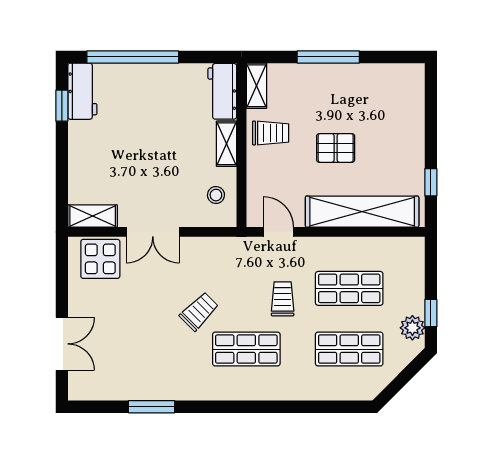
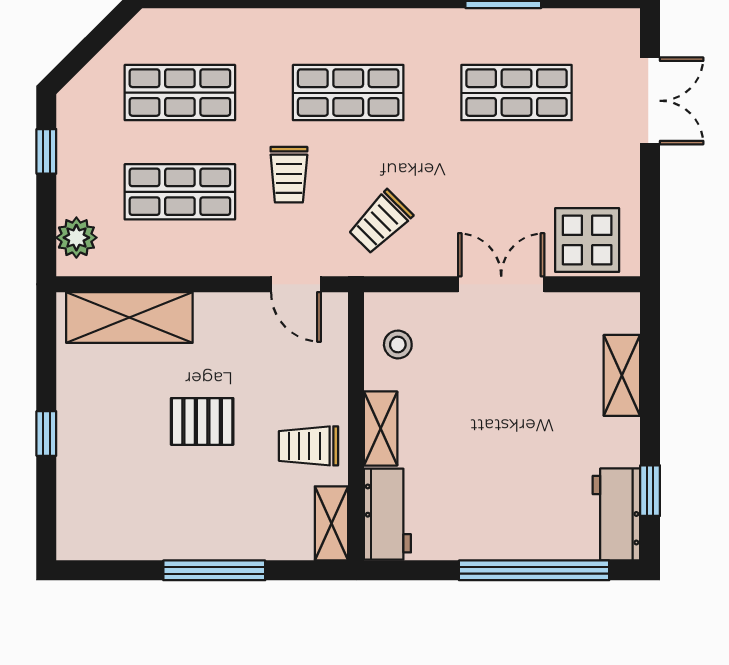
window: (431, 182) -> (46, 433), moved
shelving: (362, 212) -> (129, 317), width x0.68
shelving: (93, 216) -> (622, 375), moved, turned 90
trolley: (199, 311) -> (380, 222), moved
plant: (412, 328) -> (76, 238), moved
double door: (62, 344) -> (650, 101), swing flipped
shop shelf: (143, 349) -> (517, 93), added

